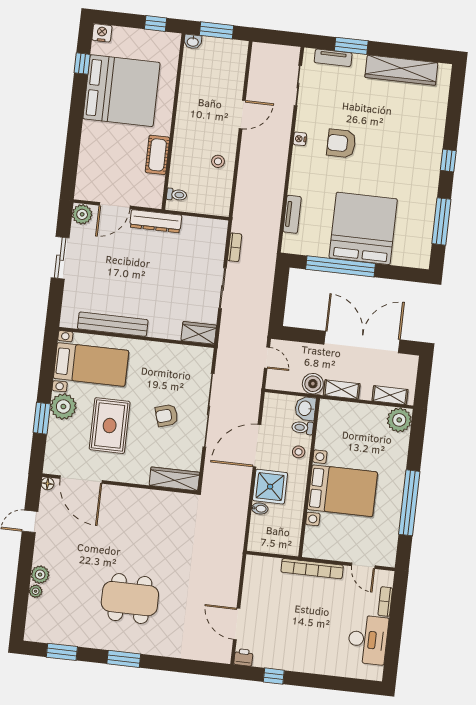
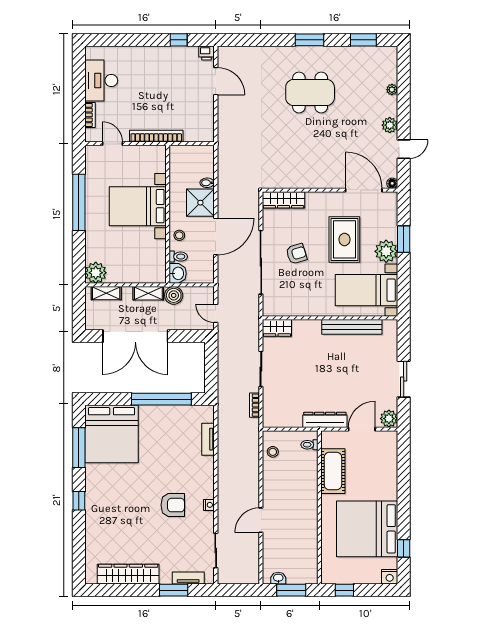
washbasin: (193, 42) -> (278, 578), moved
cot: (157, 155) -> (333, 471), width x1.37, depth x1.34
stool: (218, 161) -> (273, 452), moved
bed: (363, 228) -> (112, 434), moved
plant: (40, 575) -> (390, 125), moved

